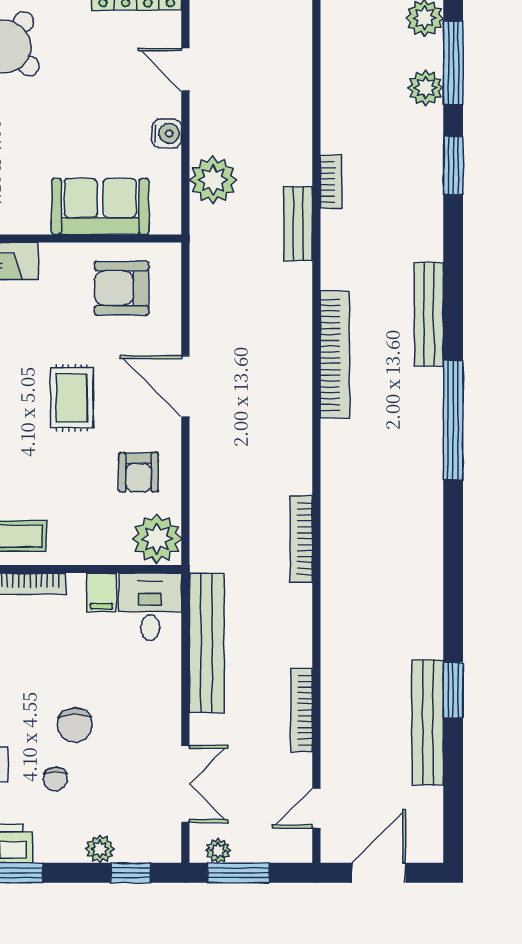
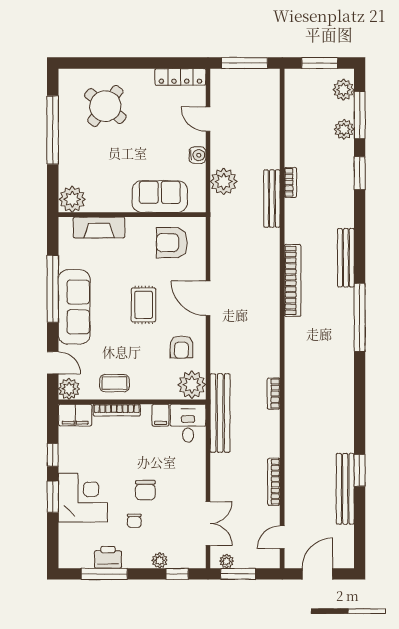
bench: (298, 224) -> (272, 199), width x1.36
bookcase: (301, 539) -> (274, 394), width x0.64
bench: (207, 643) -> (220, 413), moved

